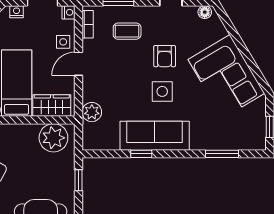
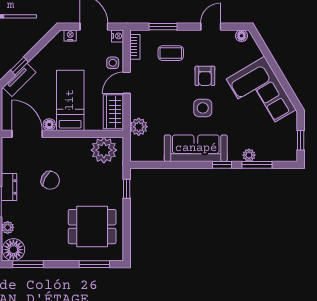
wardrobe: (52, 105) -> (113, 112), moved, turned -90
plant: (213, 143) -> (249, 155), added
window: (141, 154) -> (222, 165), moved

